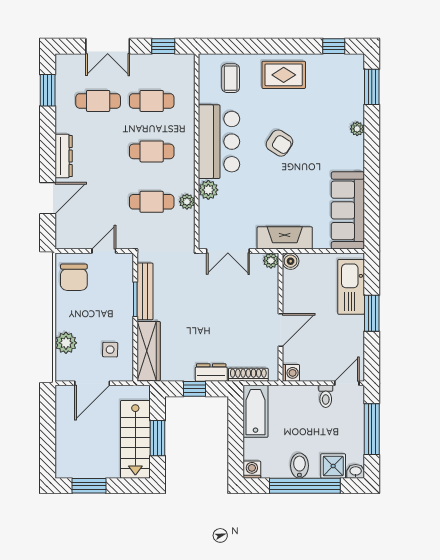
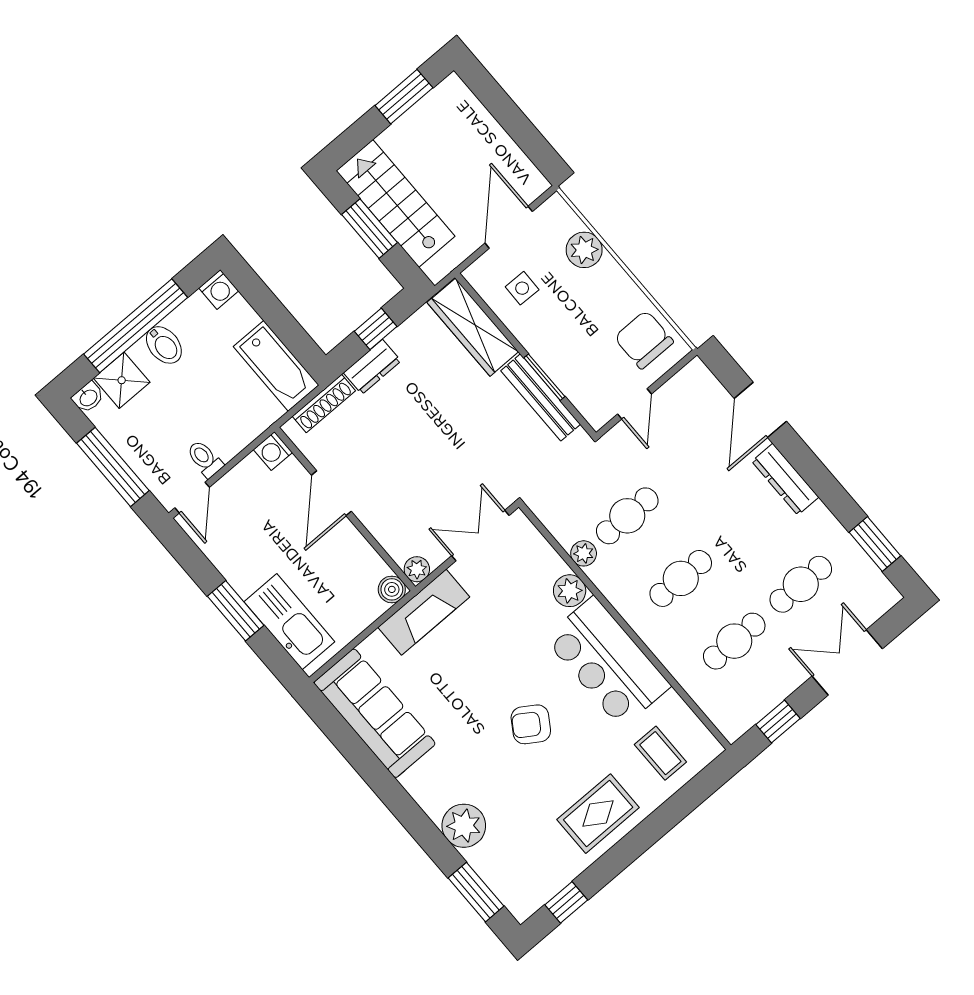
plant: (357, 129) -> (464, 826), width x1.87, depth x1.87

